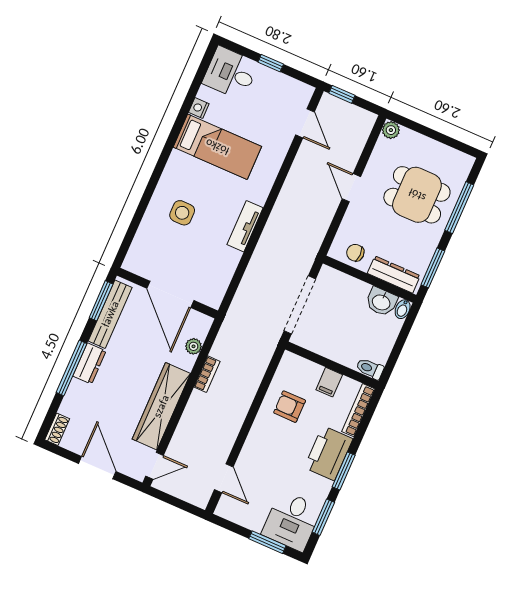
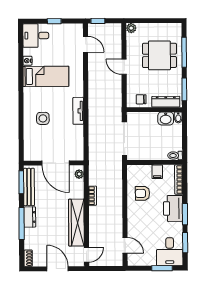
plant: (194, 346) -> (79, 174), moved

